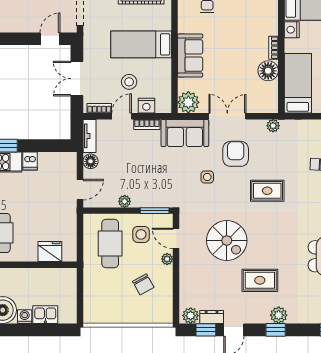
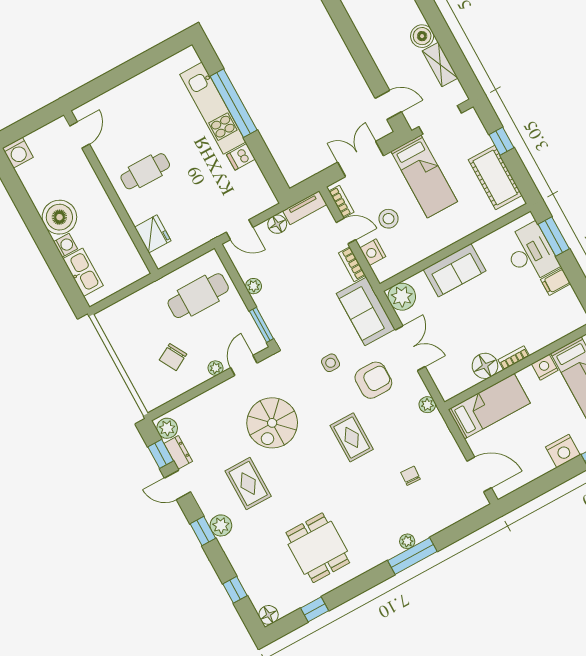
bed: (141, 44) -> (424, 176), moved, turned 180
side table: (141, 234) -> (227, 324), removed
kitchen sink: (45, 315) -> (83, 272), width x1.38

